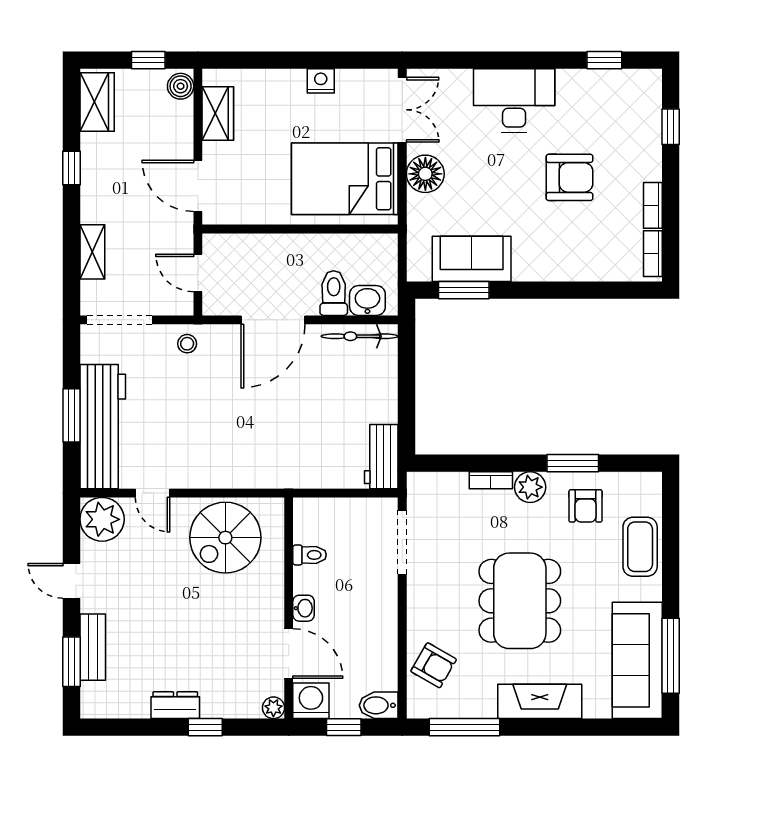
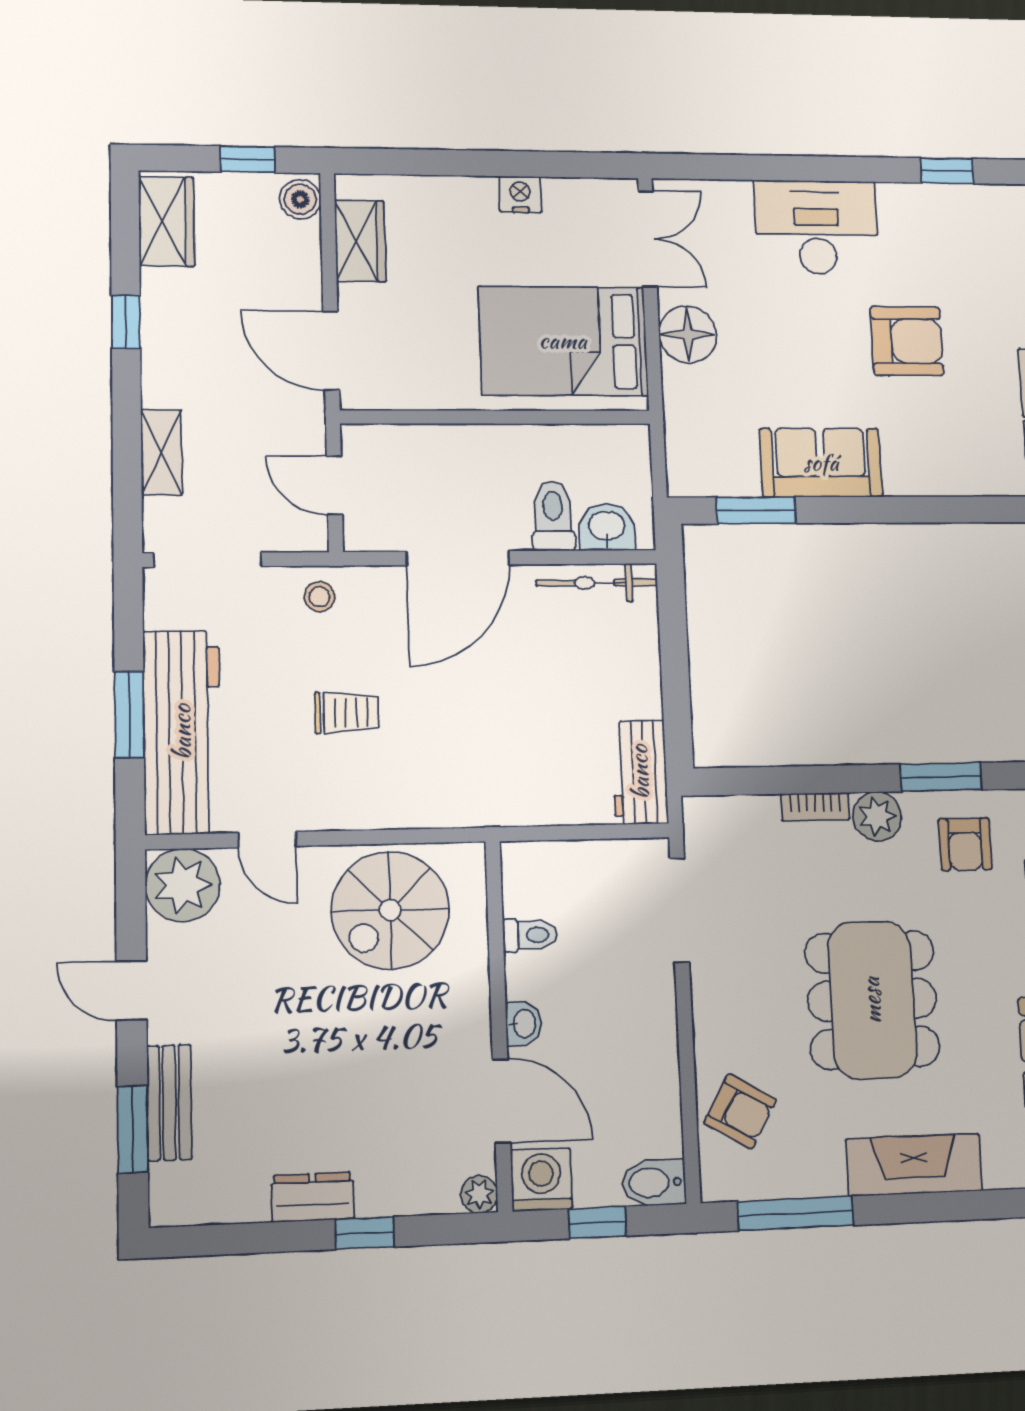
sofa: (472, 259) -> (821, 463), moved
trolley: (202, 416) -> (347, 713), added

